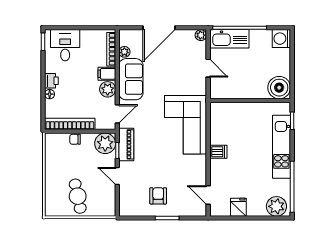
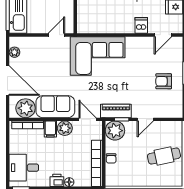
plant: (201, 35) -> (14, 52), moved
plant: (124, 52) -> (26, 108), width x1.88, depth x1.88
door: (208, 68) -> (56, 35), moved
dishwasher: (218, 152) -> (141, 25), moved

